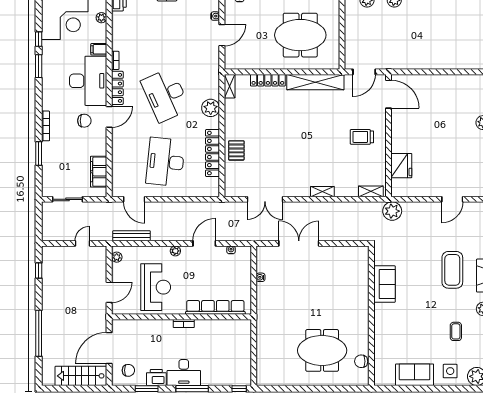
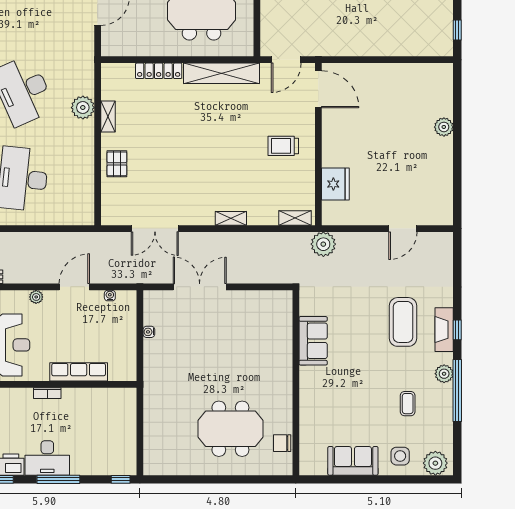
shelving: (230, 86) -> (108, 117), moved
locker: (213, 153) -> (85, 167), removed
row of seats: (215, 307) -> (79, 372), width x0.73

